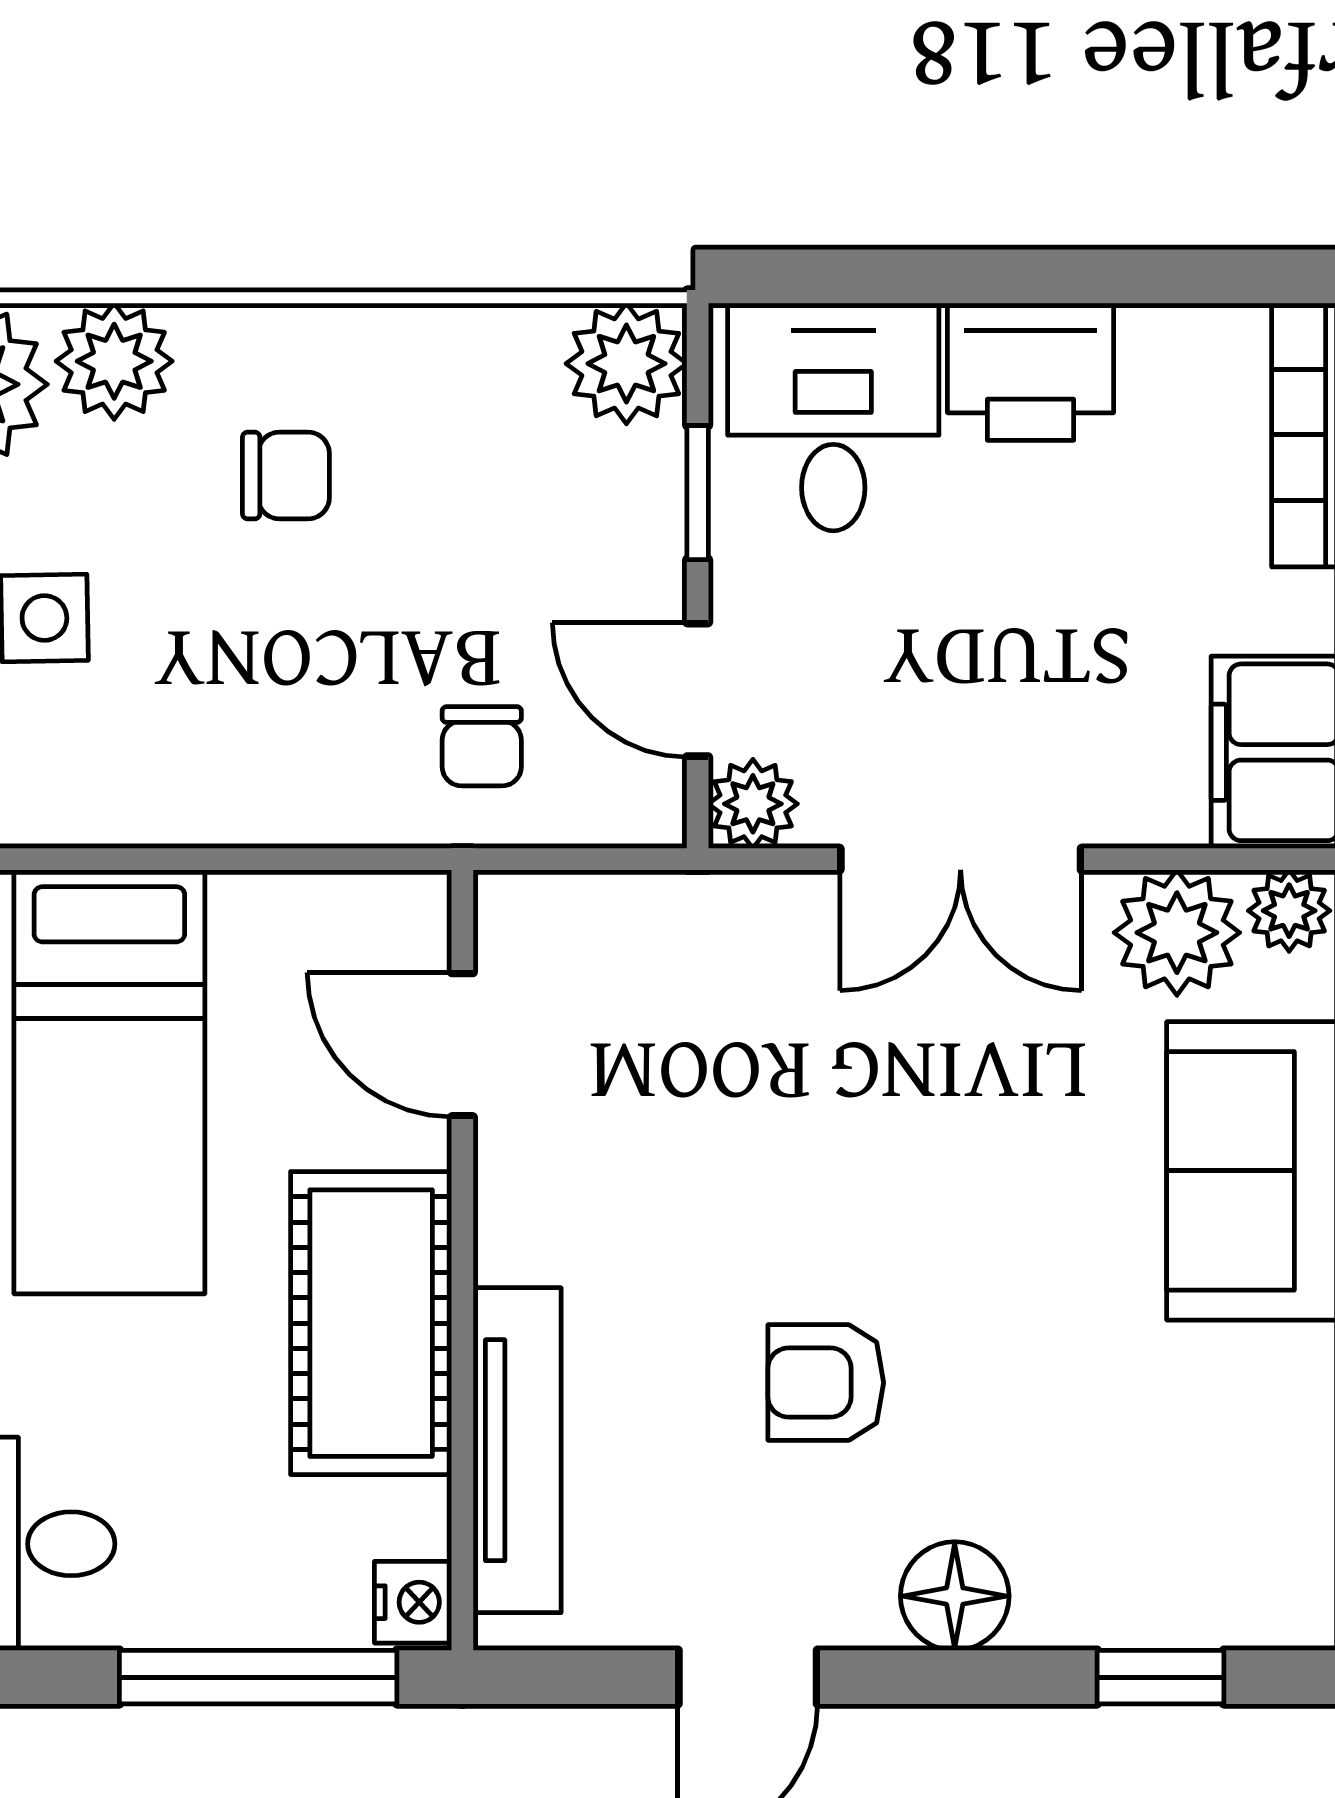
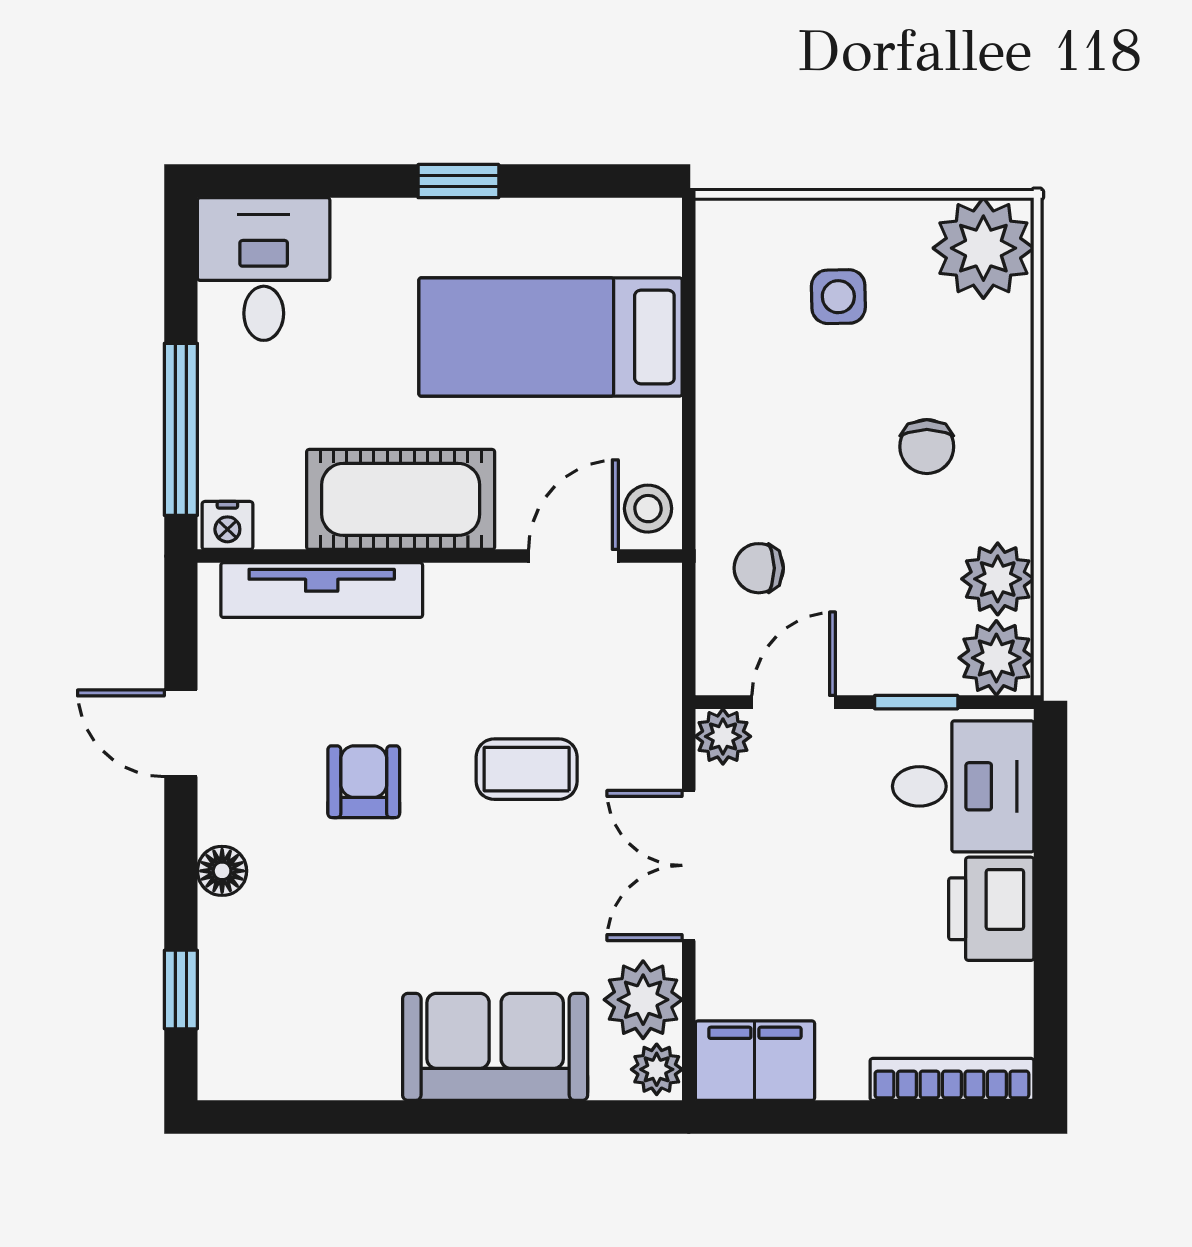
plant: (114, 361) -> (998, 579), moved
stool: (386, 925) -> (648, 509), added
coffee table: (806, 1120) -> (527, 769), added
floor lamp: (955, 1596) -> (222, 871), width x0.73, depth x0.73

